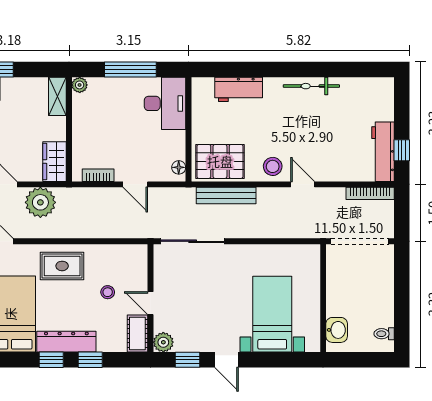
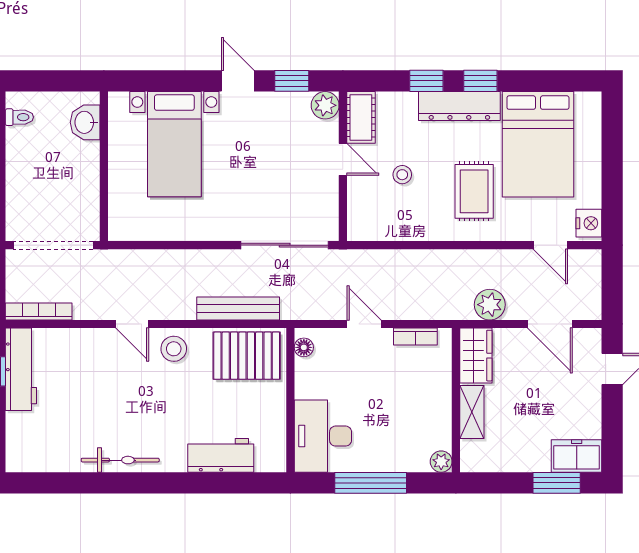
shelving: (57, 96) -> (472, 412), moved
plant: (40, 202) -> (490, 305), width x0.73, depth x0.73
rug: (62, 266) -> (474, 191), moved, turned 90

